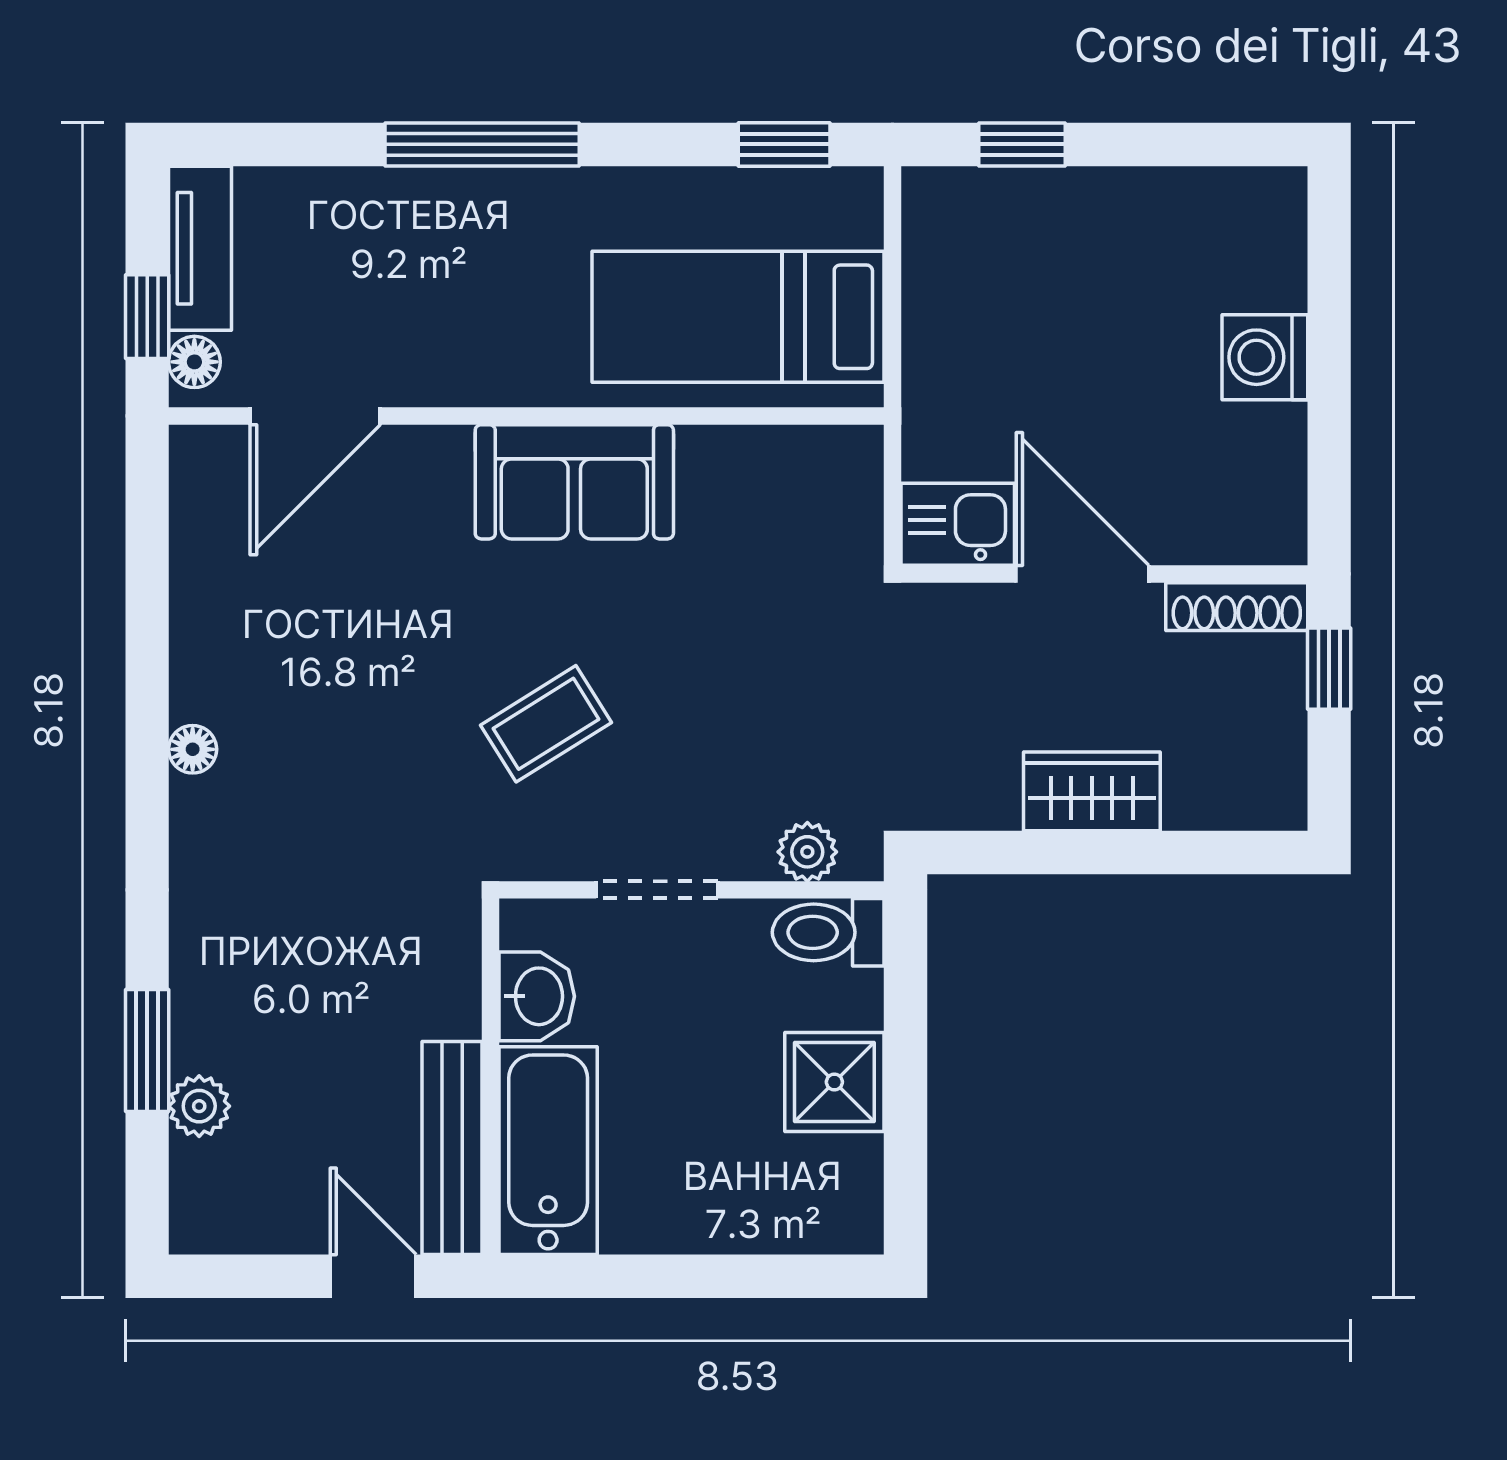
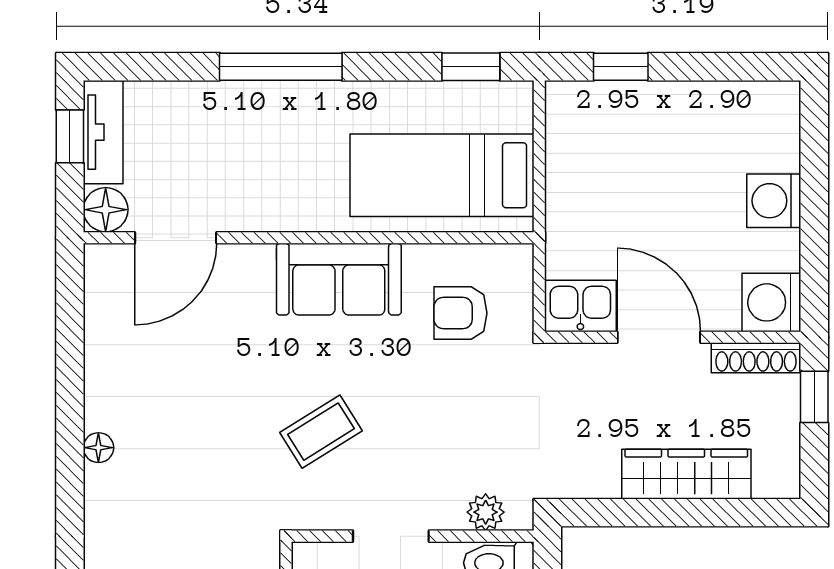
window: (147, 317) -> (70, 136), moved
floor lamp: (194, 362) -> (106, 210), width x1.37, depth x1.37
washing machine: (1261, 519) -> (771, 302), added
armchair: (767, 536) -> (460, 313), added
wardrobe: (1092, 791) -> (686, 474), width x1.50

